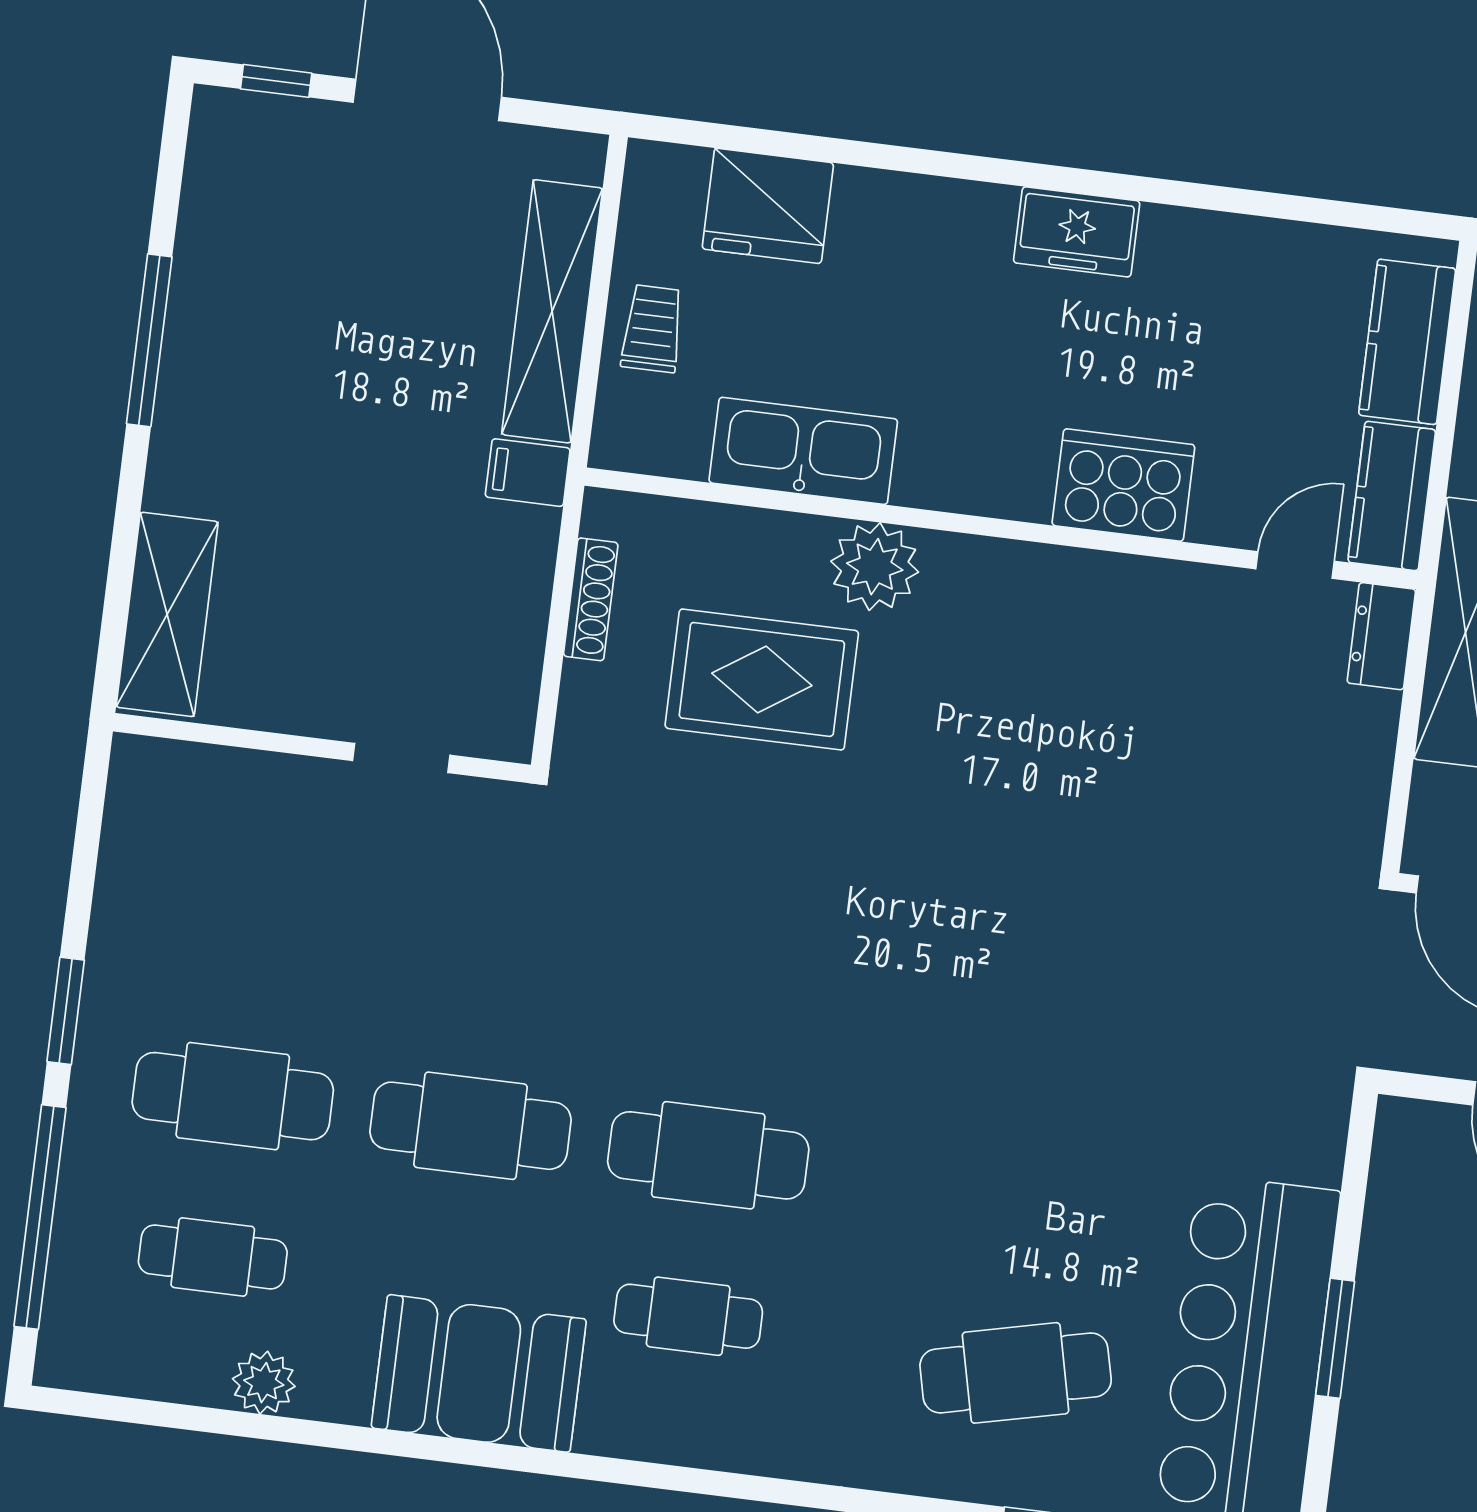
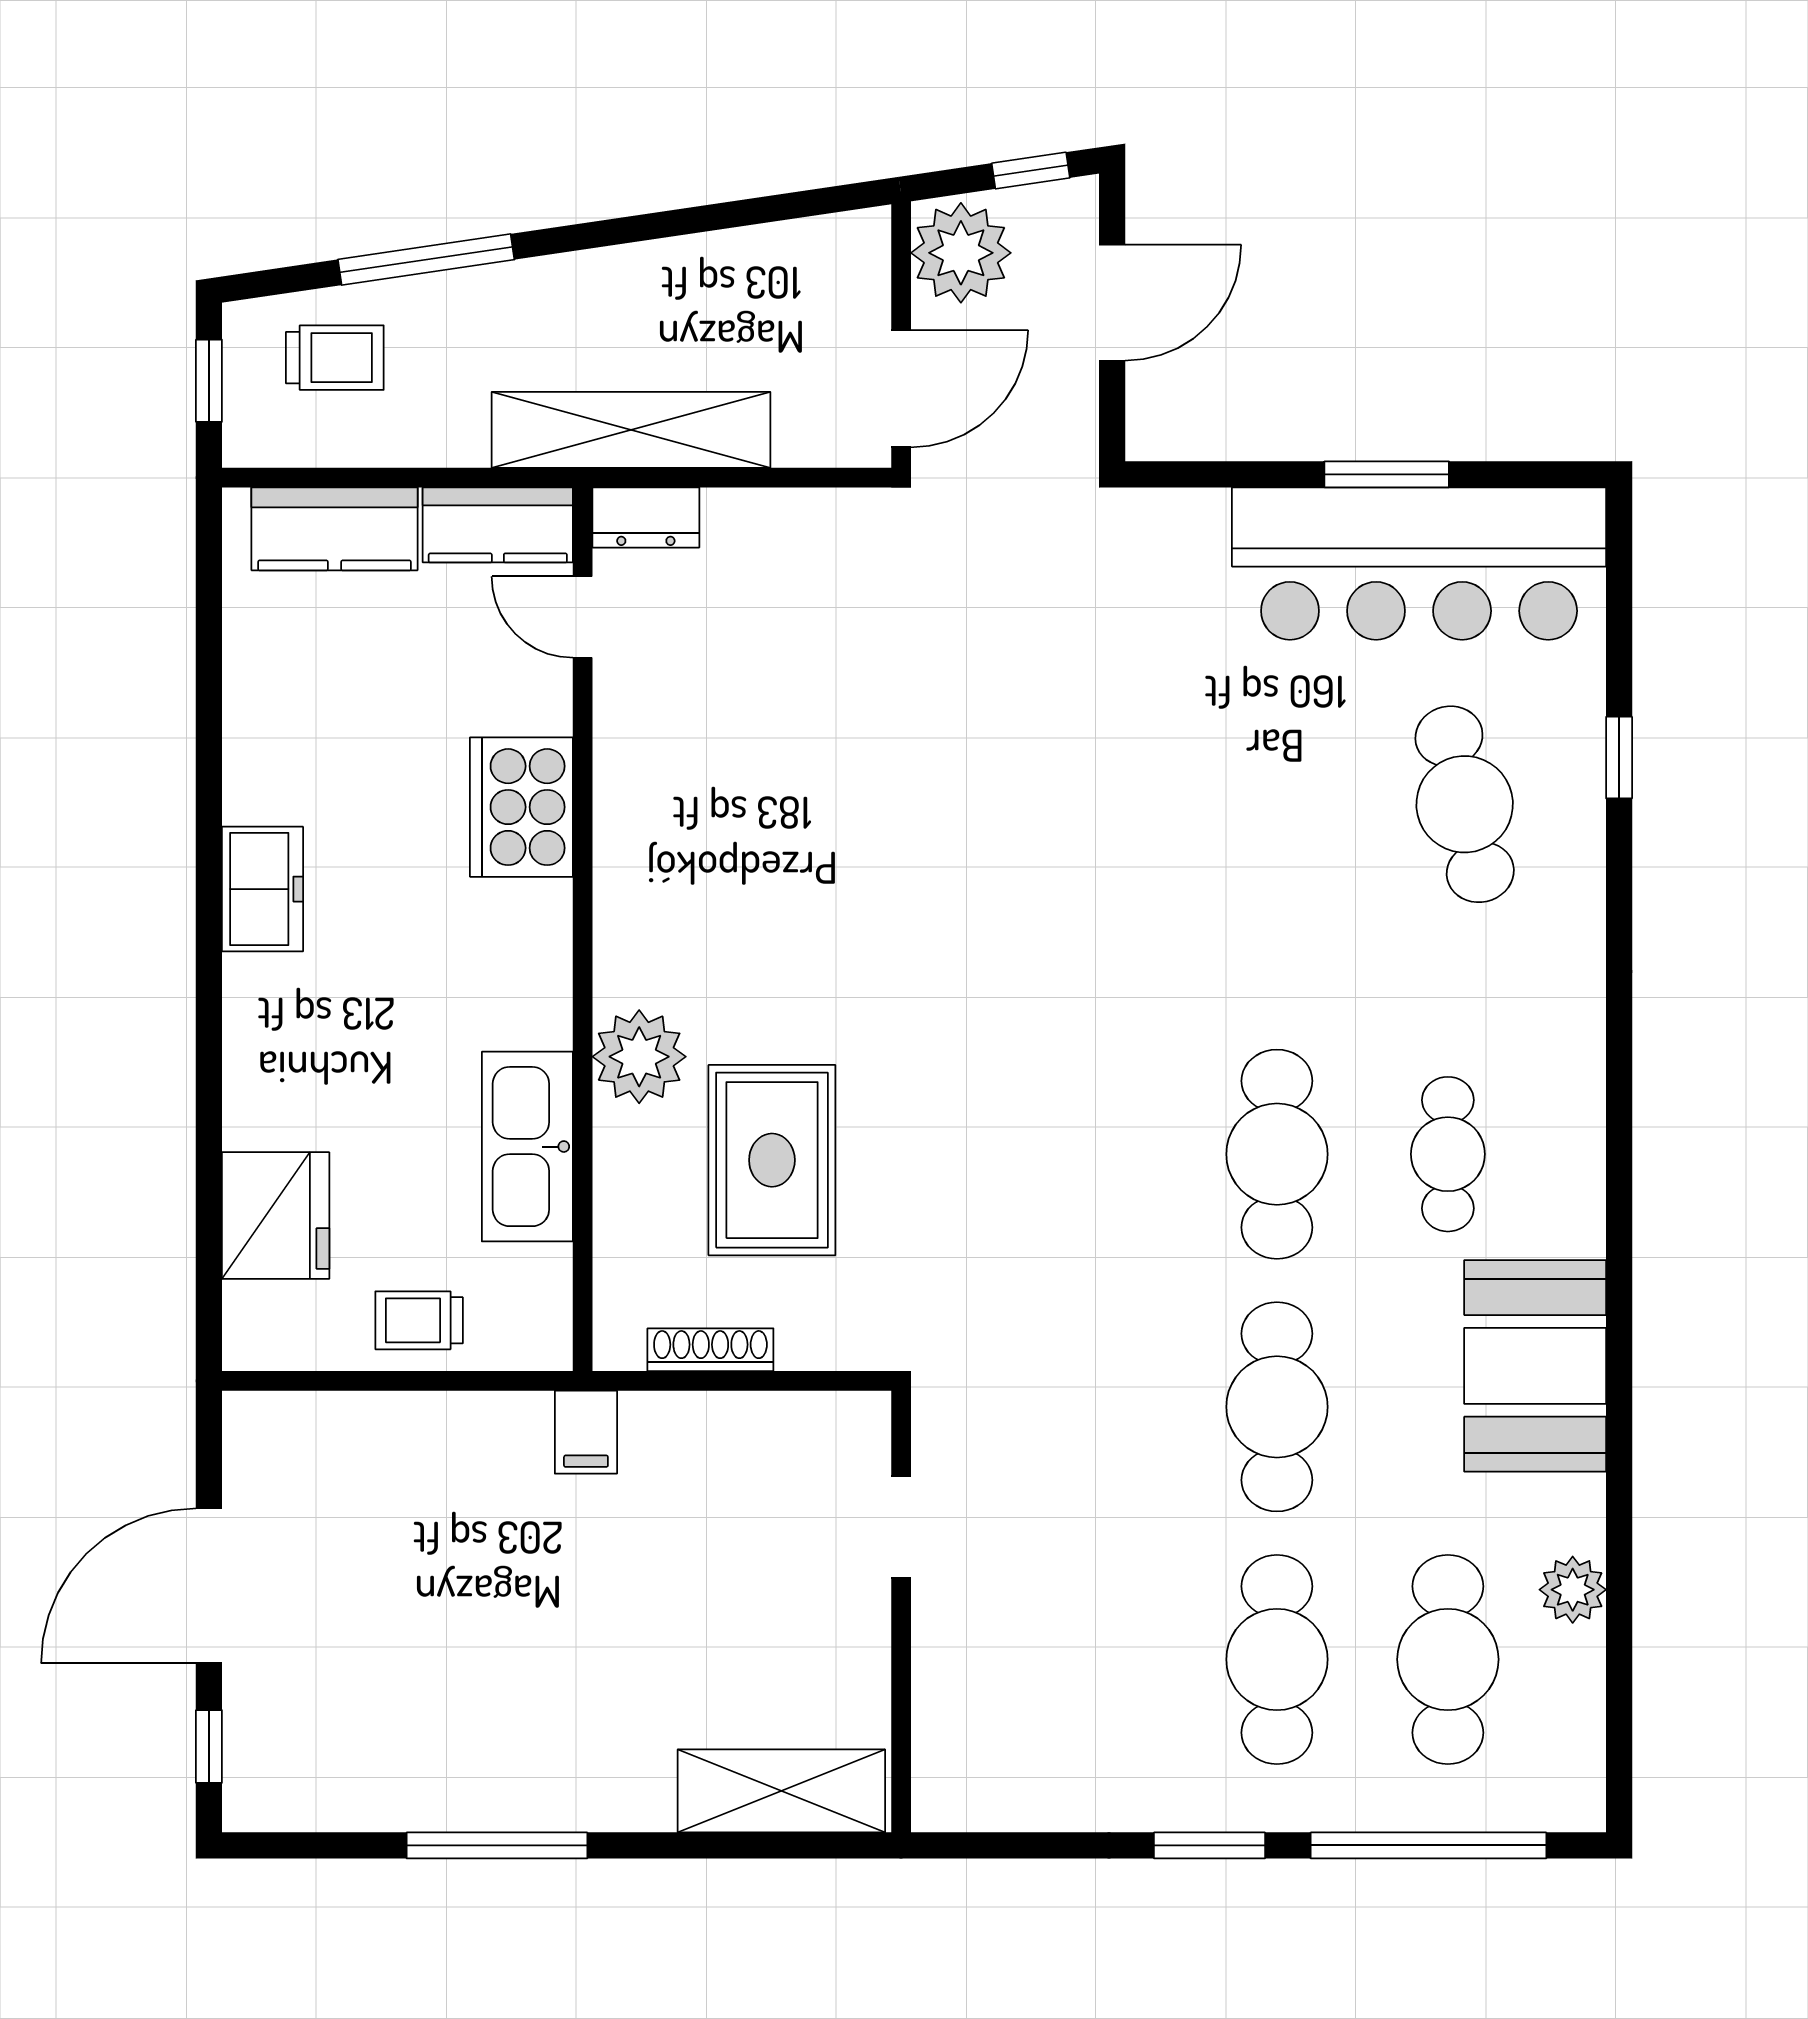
shelving: (552, 311) -> (414, 1428), removed
cafe table: (213, 1257) -> (1448, 1659), width x1.37, depth x1.35

